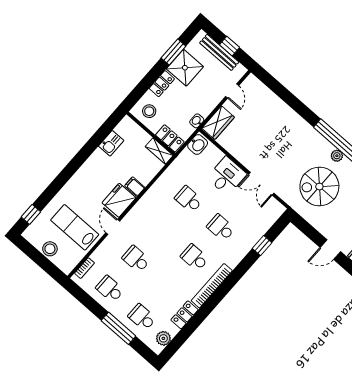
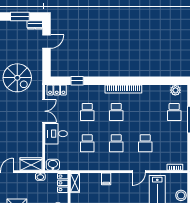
fridge: (119, 200) -> (121, 181), removed
door: (330, 250) -> (47, 42), hinge flipped
school desk: (110, 289) -> (116, 143), moved
locker: (184, 315) -> (57, 90), moved

